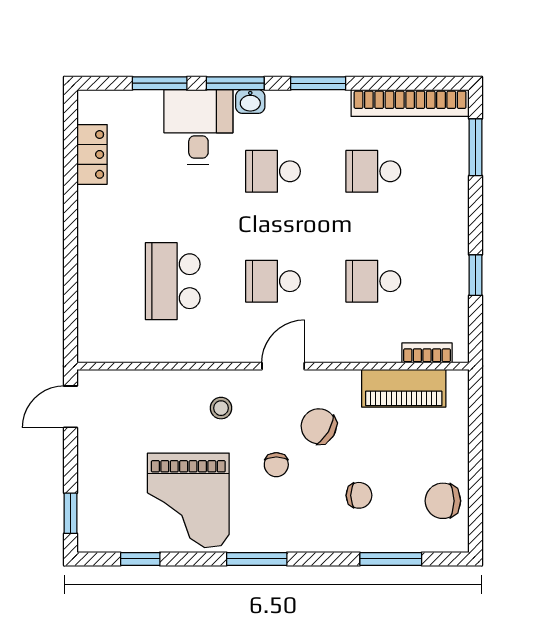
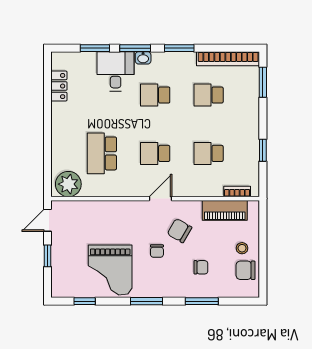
plant: (110, 339) -> (68, 184), added
stool: (221, 408) -> (242, 248), moved
window: (70, 513) -> (47, 256), moved
window: (391, 559) -> (202, 301), moved

